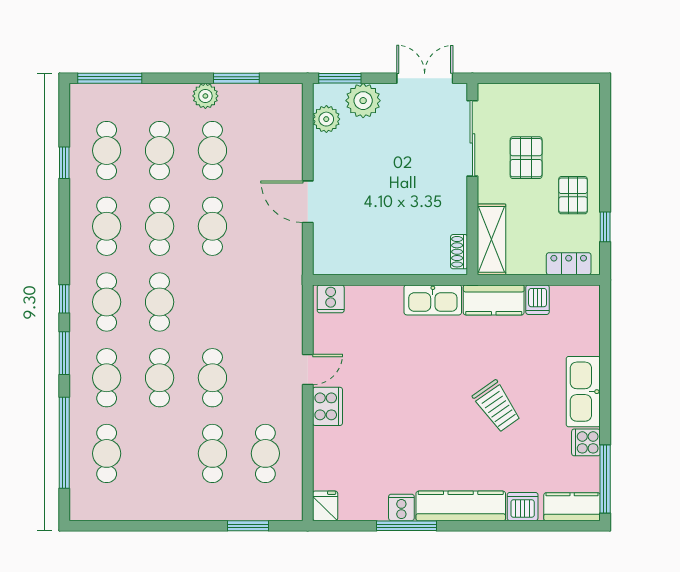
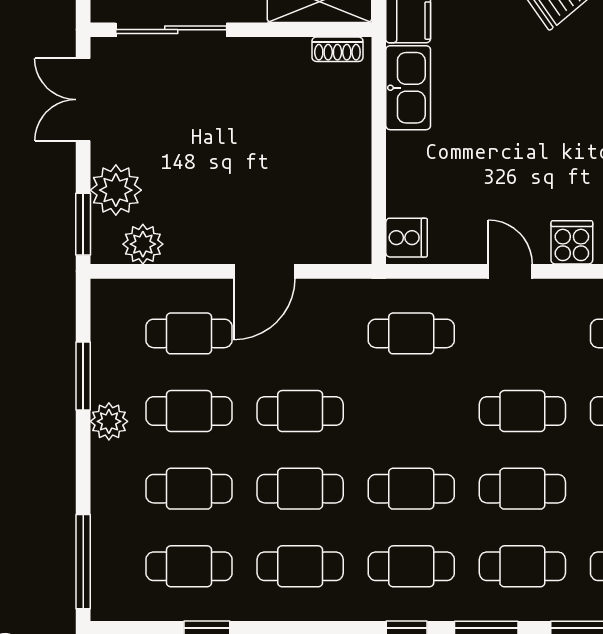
cafe table: (265, 151) -> (189, 333), added
cafe table: (265, 302) -> (411, 333), added
cooker: (327, 406) -> (572, 242), width x0.73

